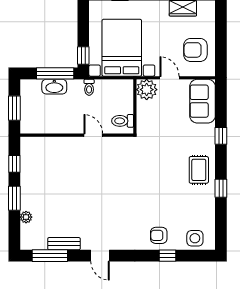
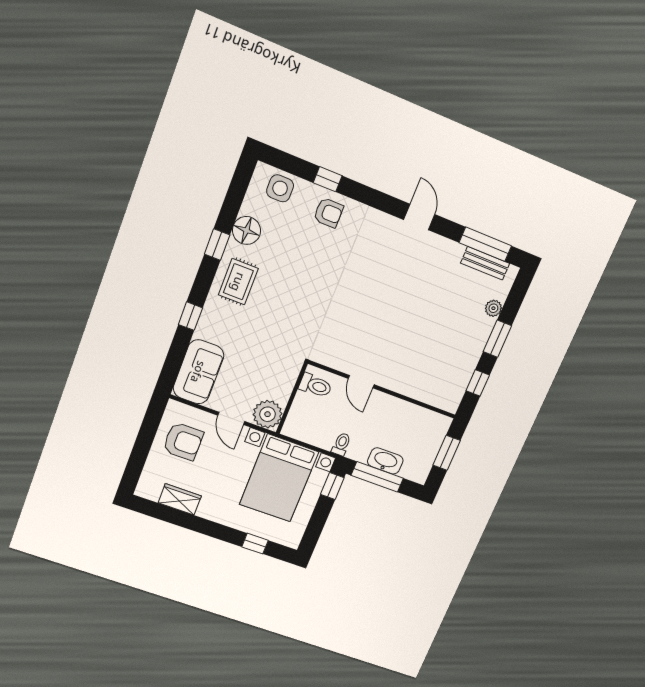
floor lamp: (206, 204) -> (246, 230), added
bench: (64, 244) -> (485, 263), moved

